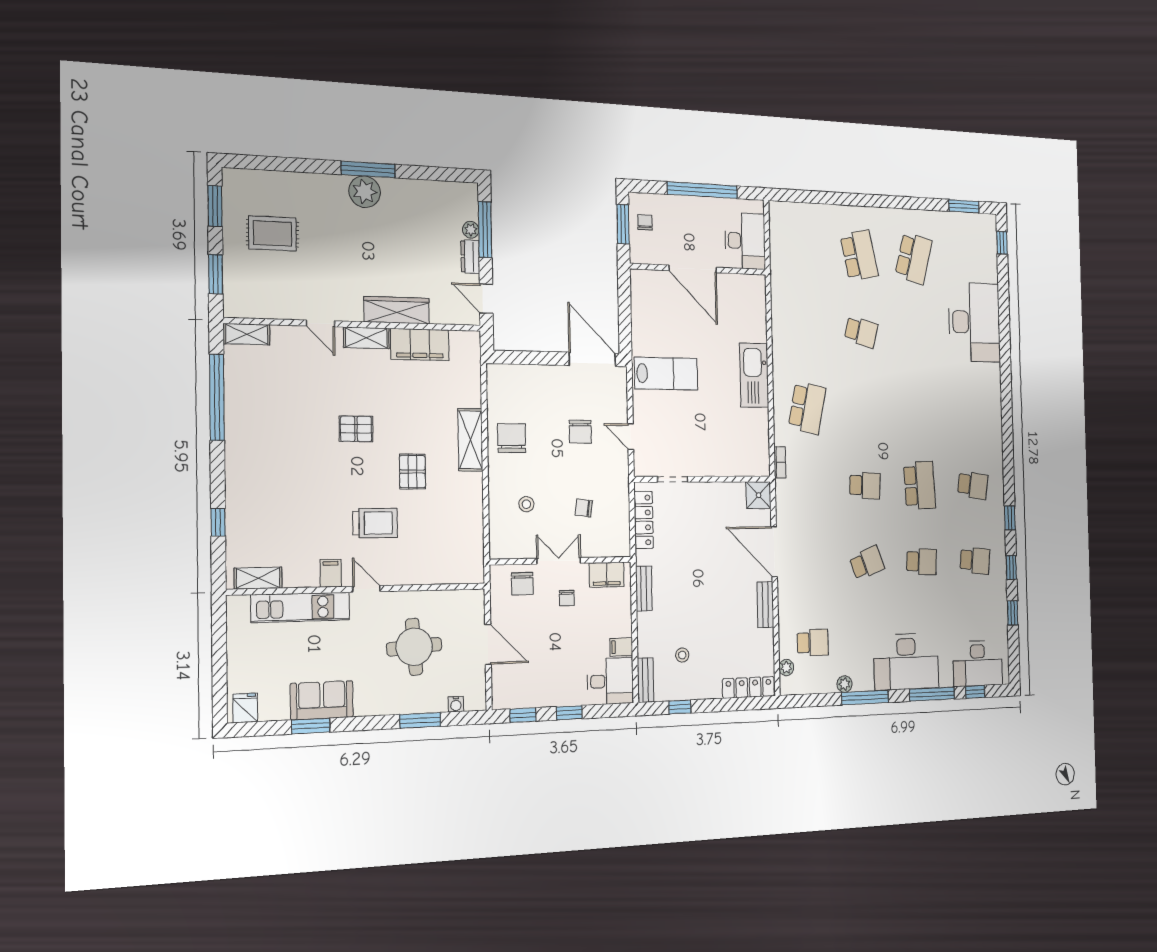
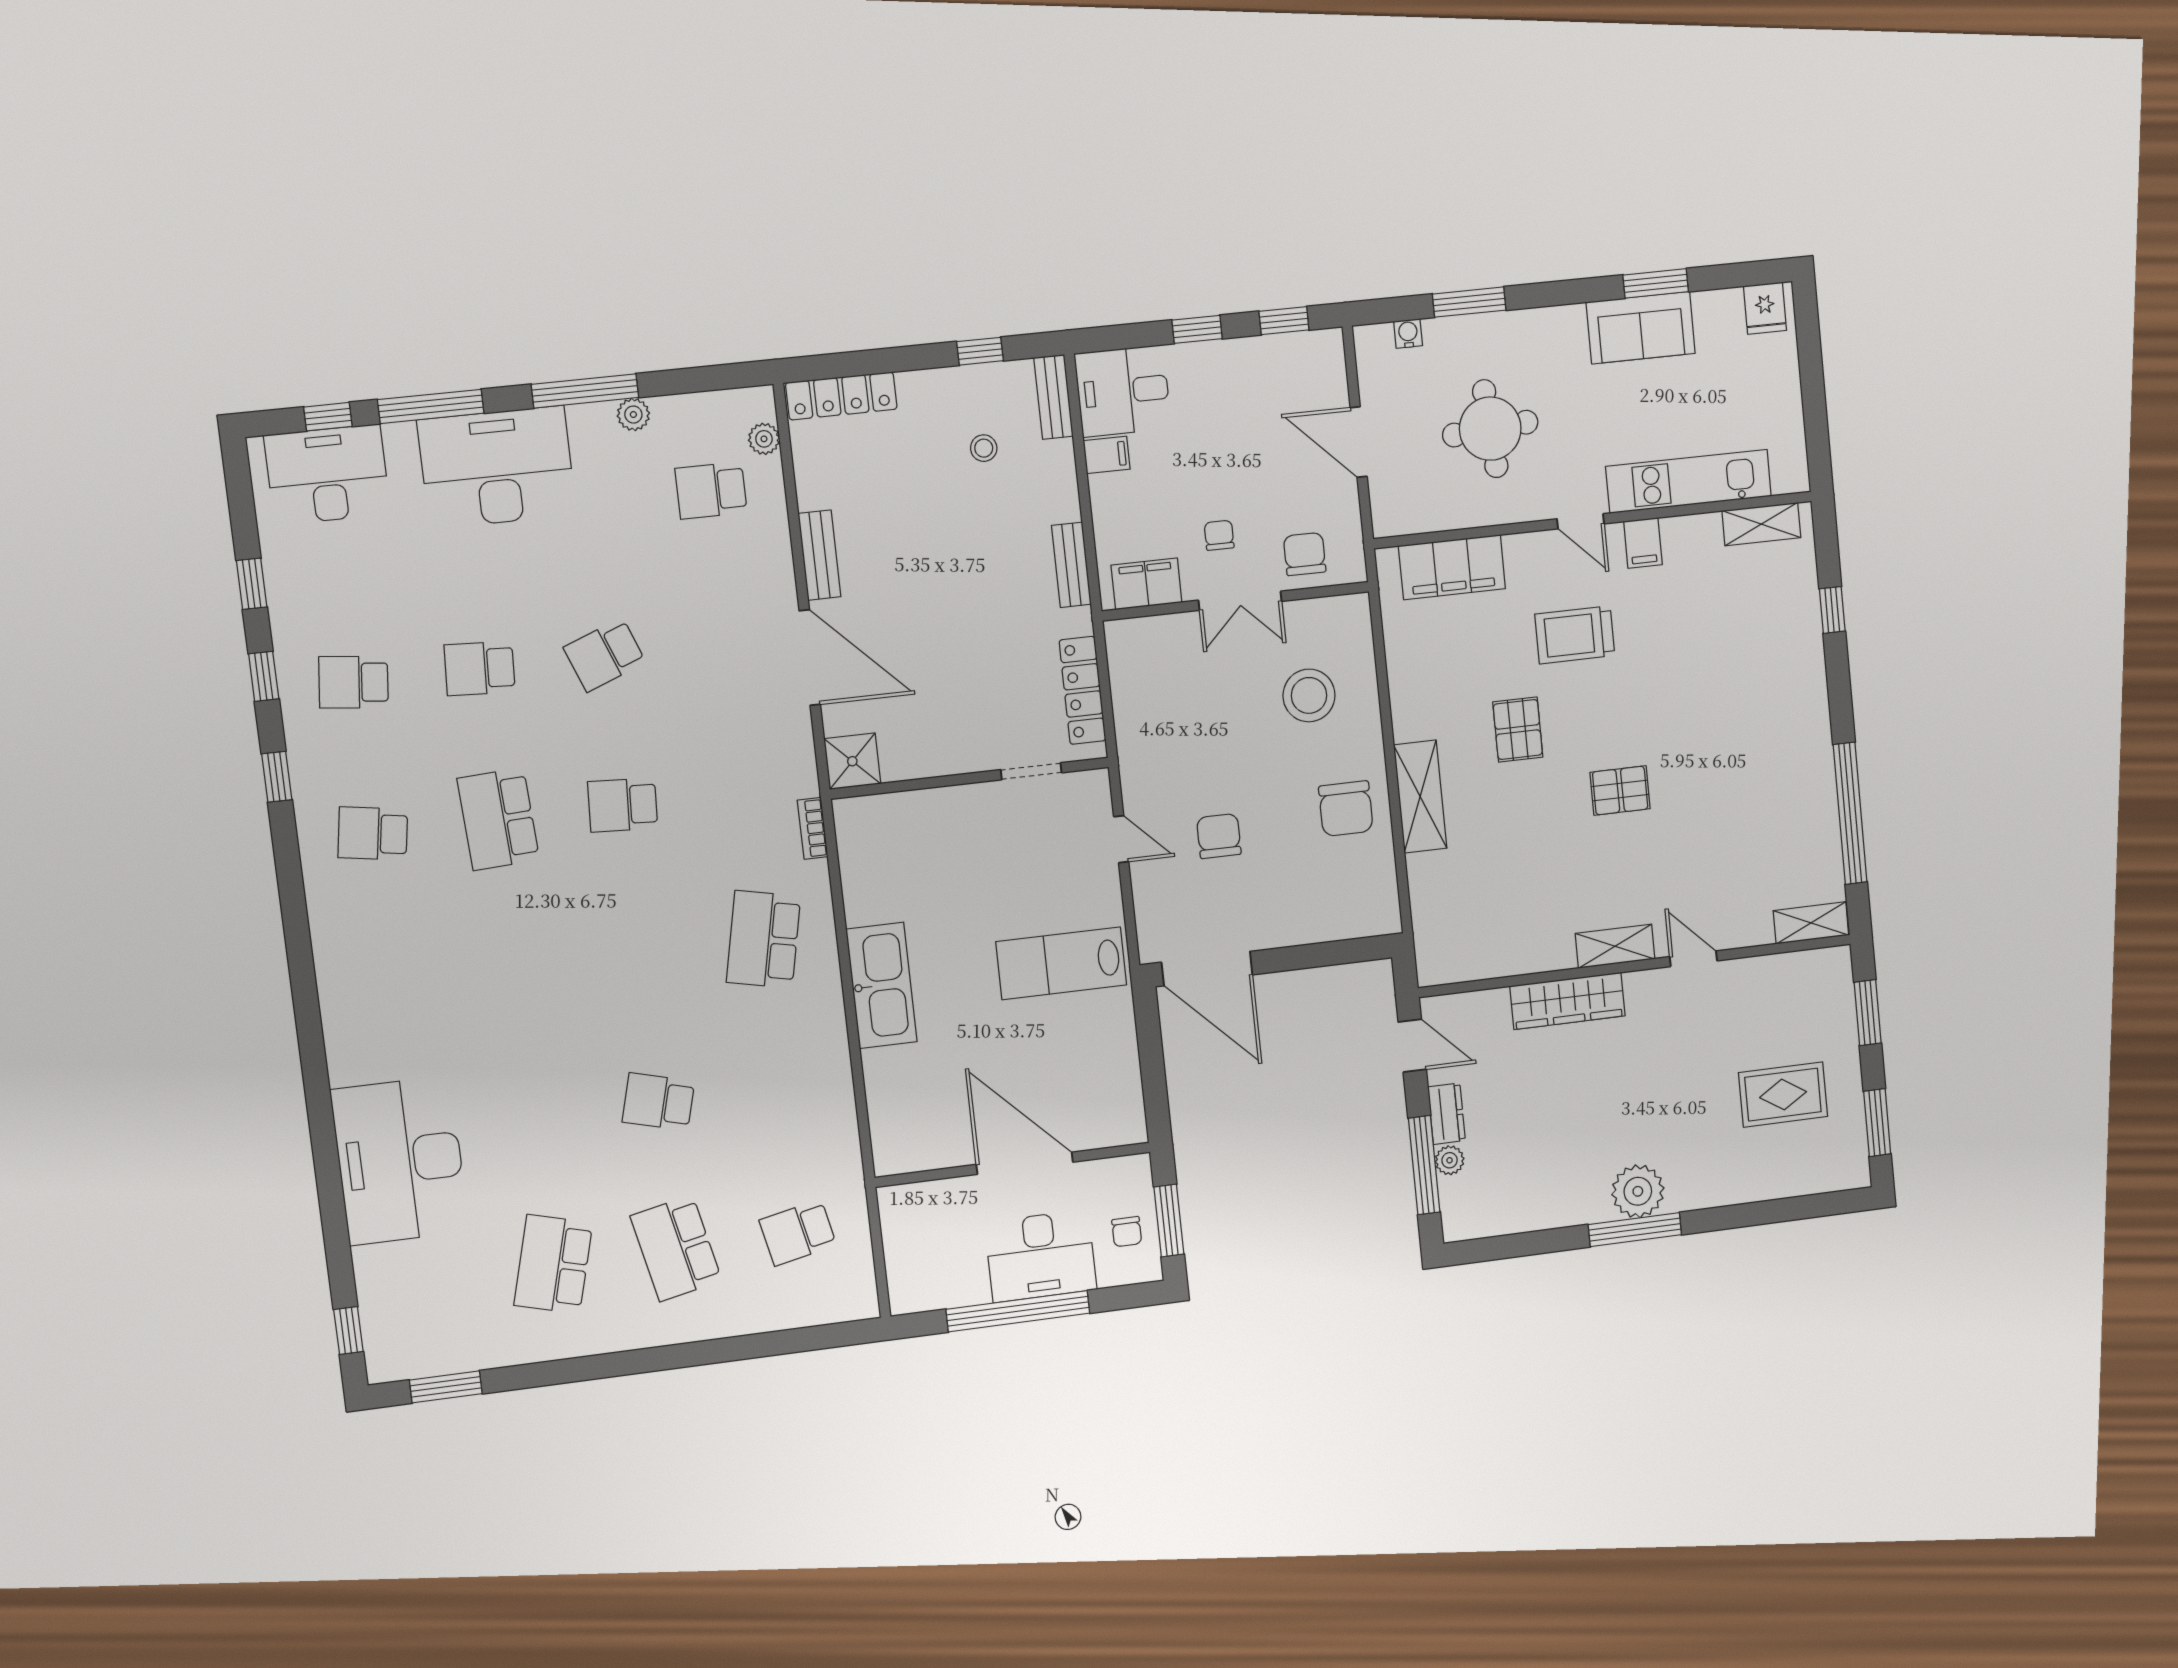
desk: (745, 241) -> (1041, 1256), moved, turned -90
school desk: (803, 253) -> (798, 1233), added
filing cabinet: (420, 345) -> (1452, 567), moved, turned 180
stool: (526, 504) -> (1309, 695), width x1.89, depth x1.89
chair: (584, 508) -> (1201, 700), removed

